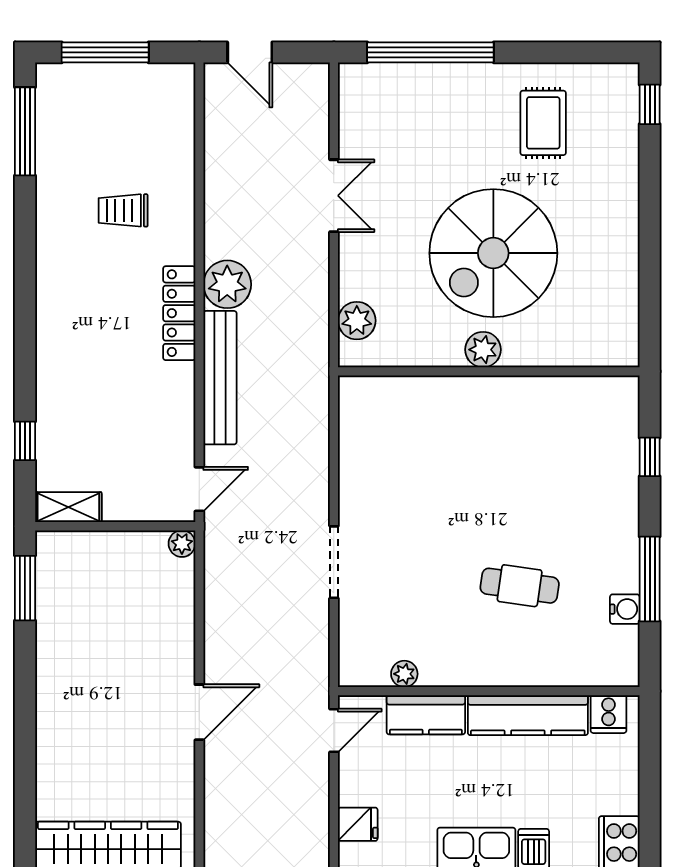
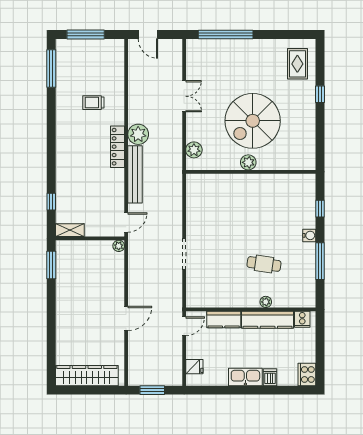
window: (650, 104) -> (320, 94), moved
rug: (543, 123) -> (297, 64), moved
water cooler: (625, 609) -> (309, 235), moved
plant: (404, 674) -> (266, 302), moved

